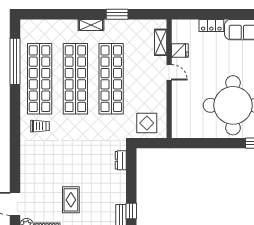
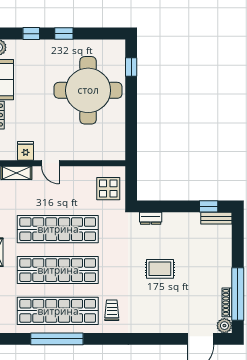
window: (15, 61) -> (57, 339), moved
door: (169, 72) -> (50, 163), swing flipped
rug: (71, 200) -> (160, 269), moved

